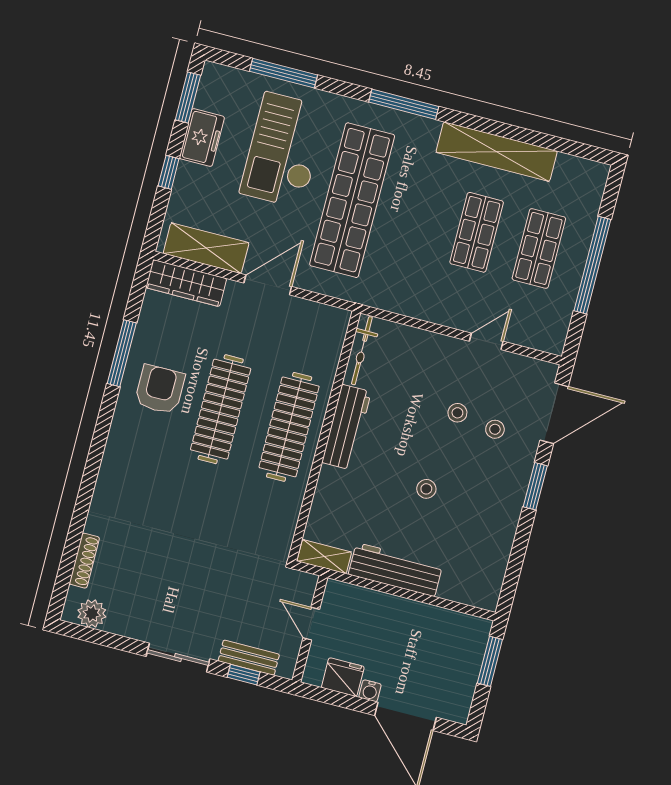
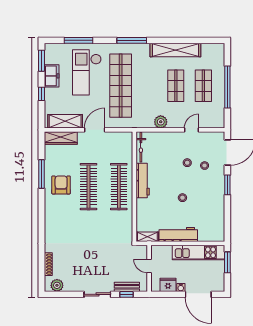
plant: (421, 305) -> (161, 122), added
kitchen unit: (430, 622) -> (198, 252), added

